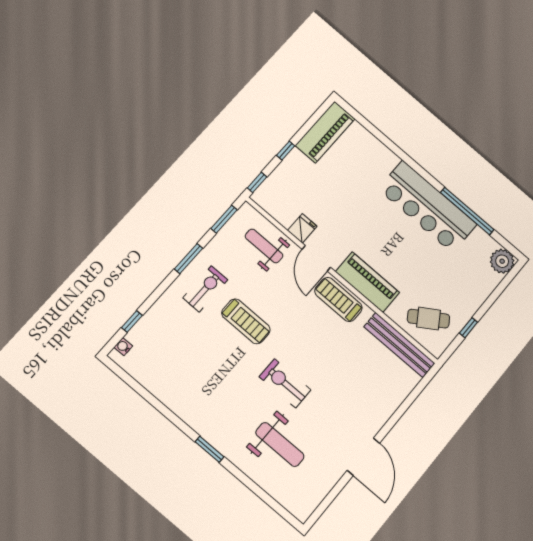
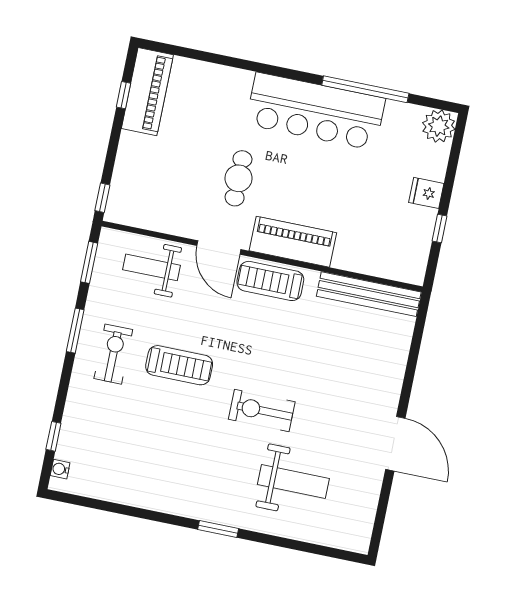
window: (286, 151) -> (123, 95), moved
fridge: (302, 228) -> (426, 193), moved, turned -90
cafe table: (428, 319) -> (239, 178), moved, turned -57

